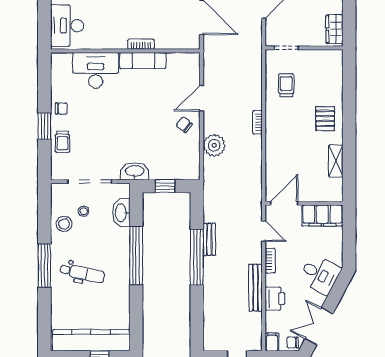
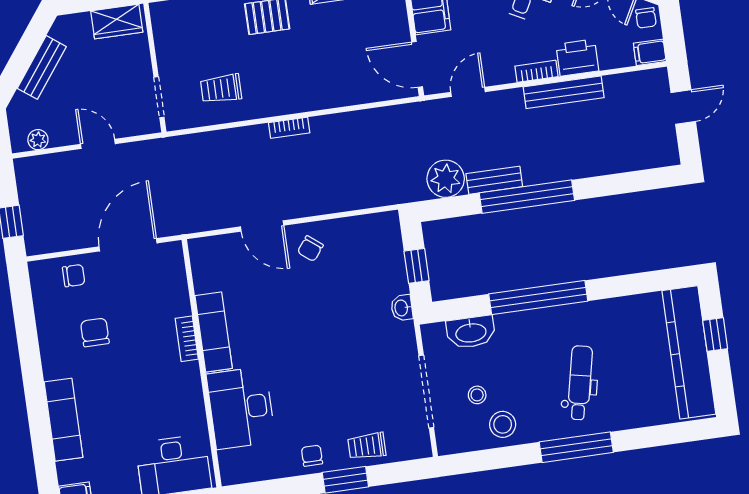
trolley: (63, 142) -> (367, 446), turned 180
plant: (214, 145) -> (446, 179), moved
washbasin: (135, 171) -> (402, 308), width x0.52, depth x0.69
bookcase: (270, 261) -> (536, 71), moved

